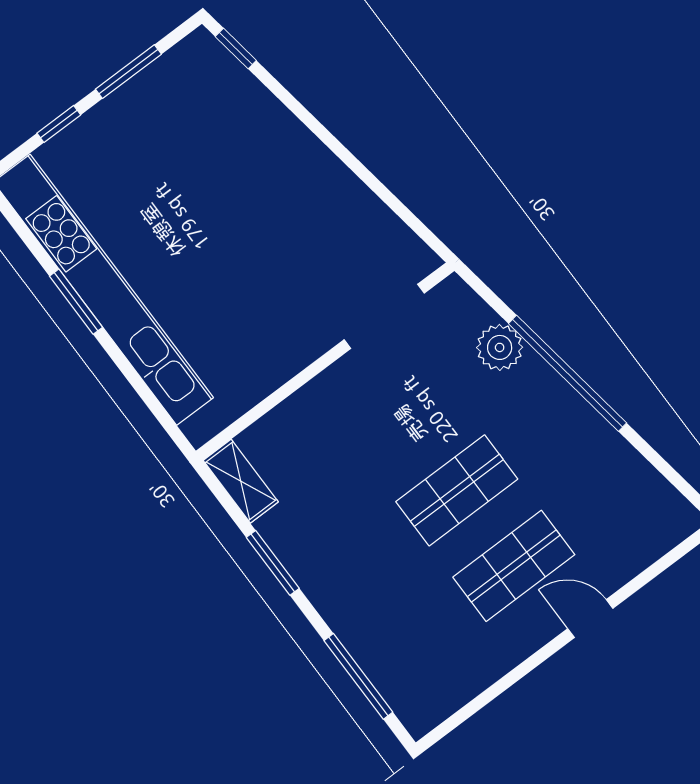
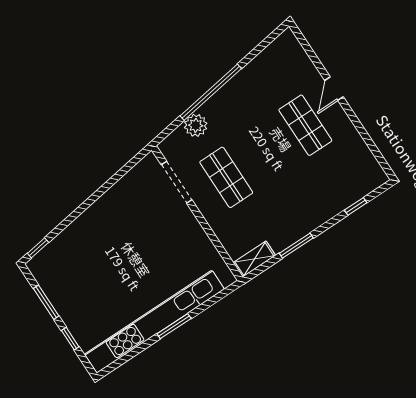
window: (76, 302) -> (174, 326), moved
shop shelf: (457, 490) -> (226, 177), moved
window: (358, 676) -> (356, 206), width x0.46

